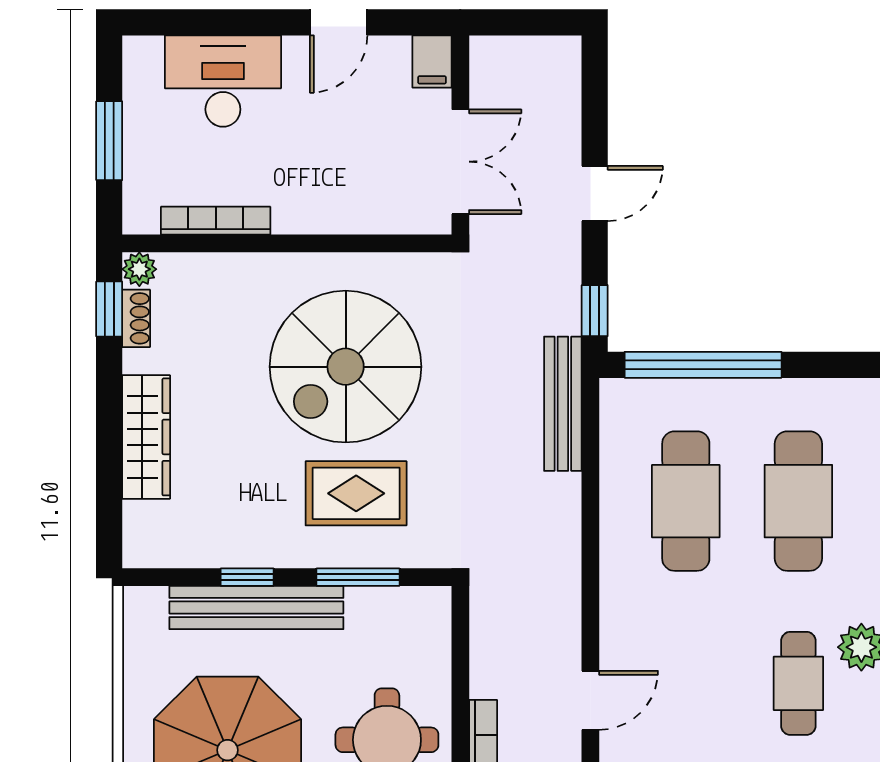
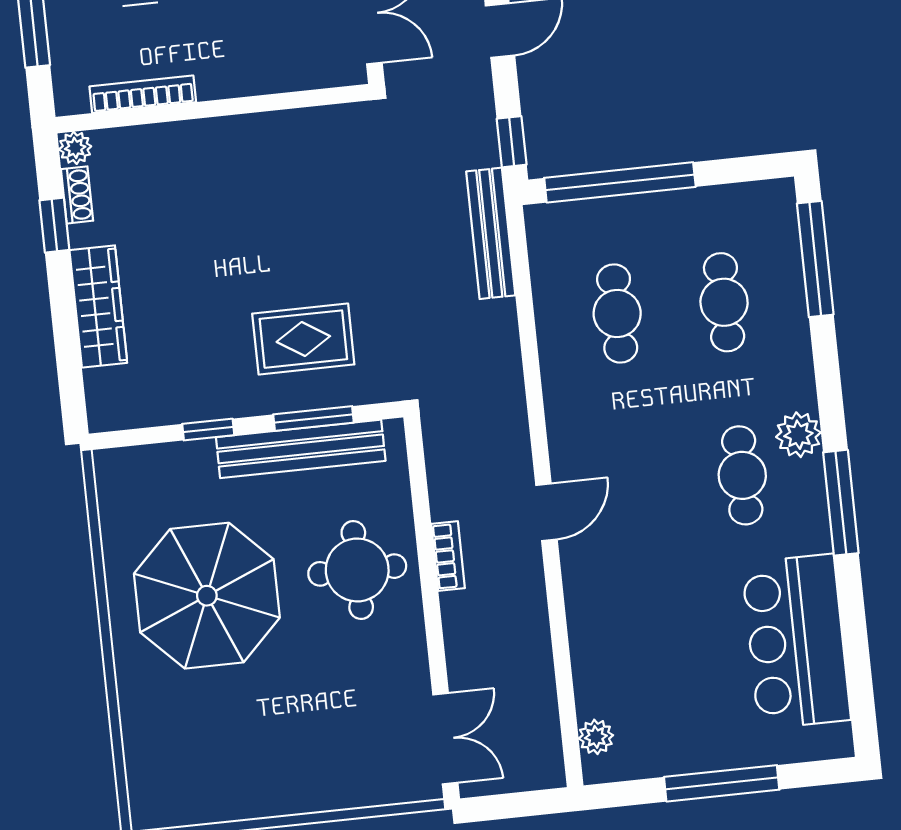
window: (109, 309) -> (54, 225), moved
spiral stairs: (346, 367) -> (281, 220), removed
cafe table: (686, 501) -> (617, 314), width x0.73, depth x0.74
cafe table: (798, 501) -> (724, 302), width x0.73, depth x0.74
bench: (256, 607) -> (301, 449), moved

